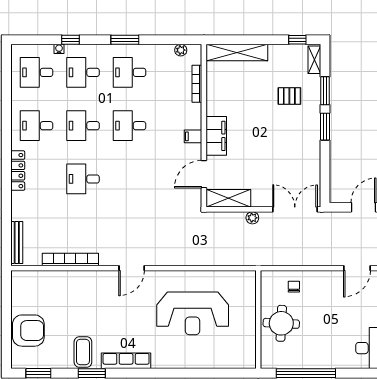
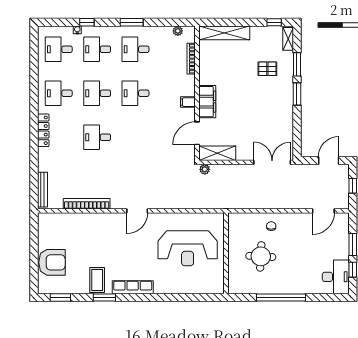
plant: (252, 218) -> (205, 169), moved
wall: (258, 320) -> (226, 253), moved

